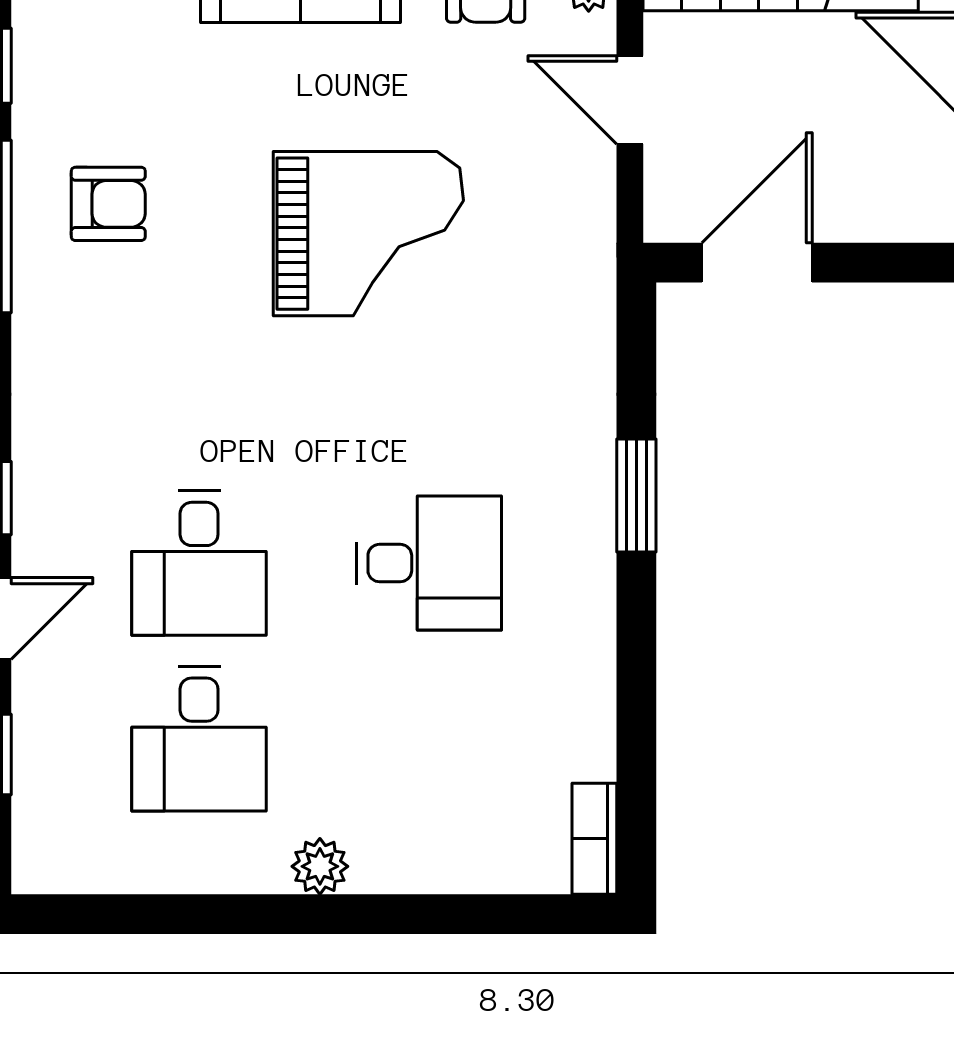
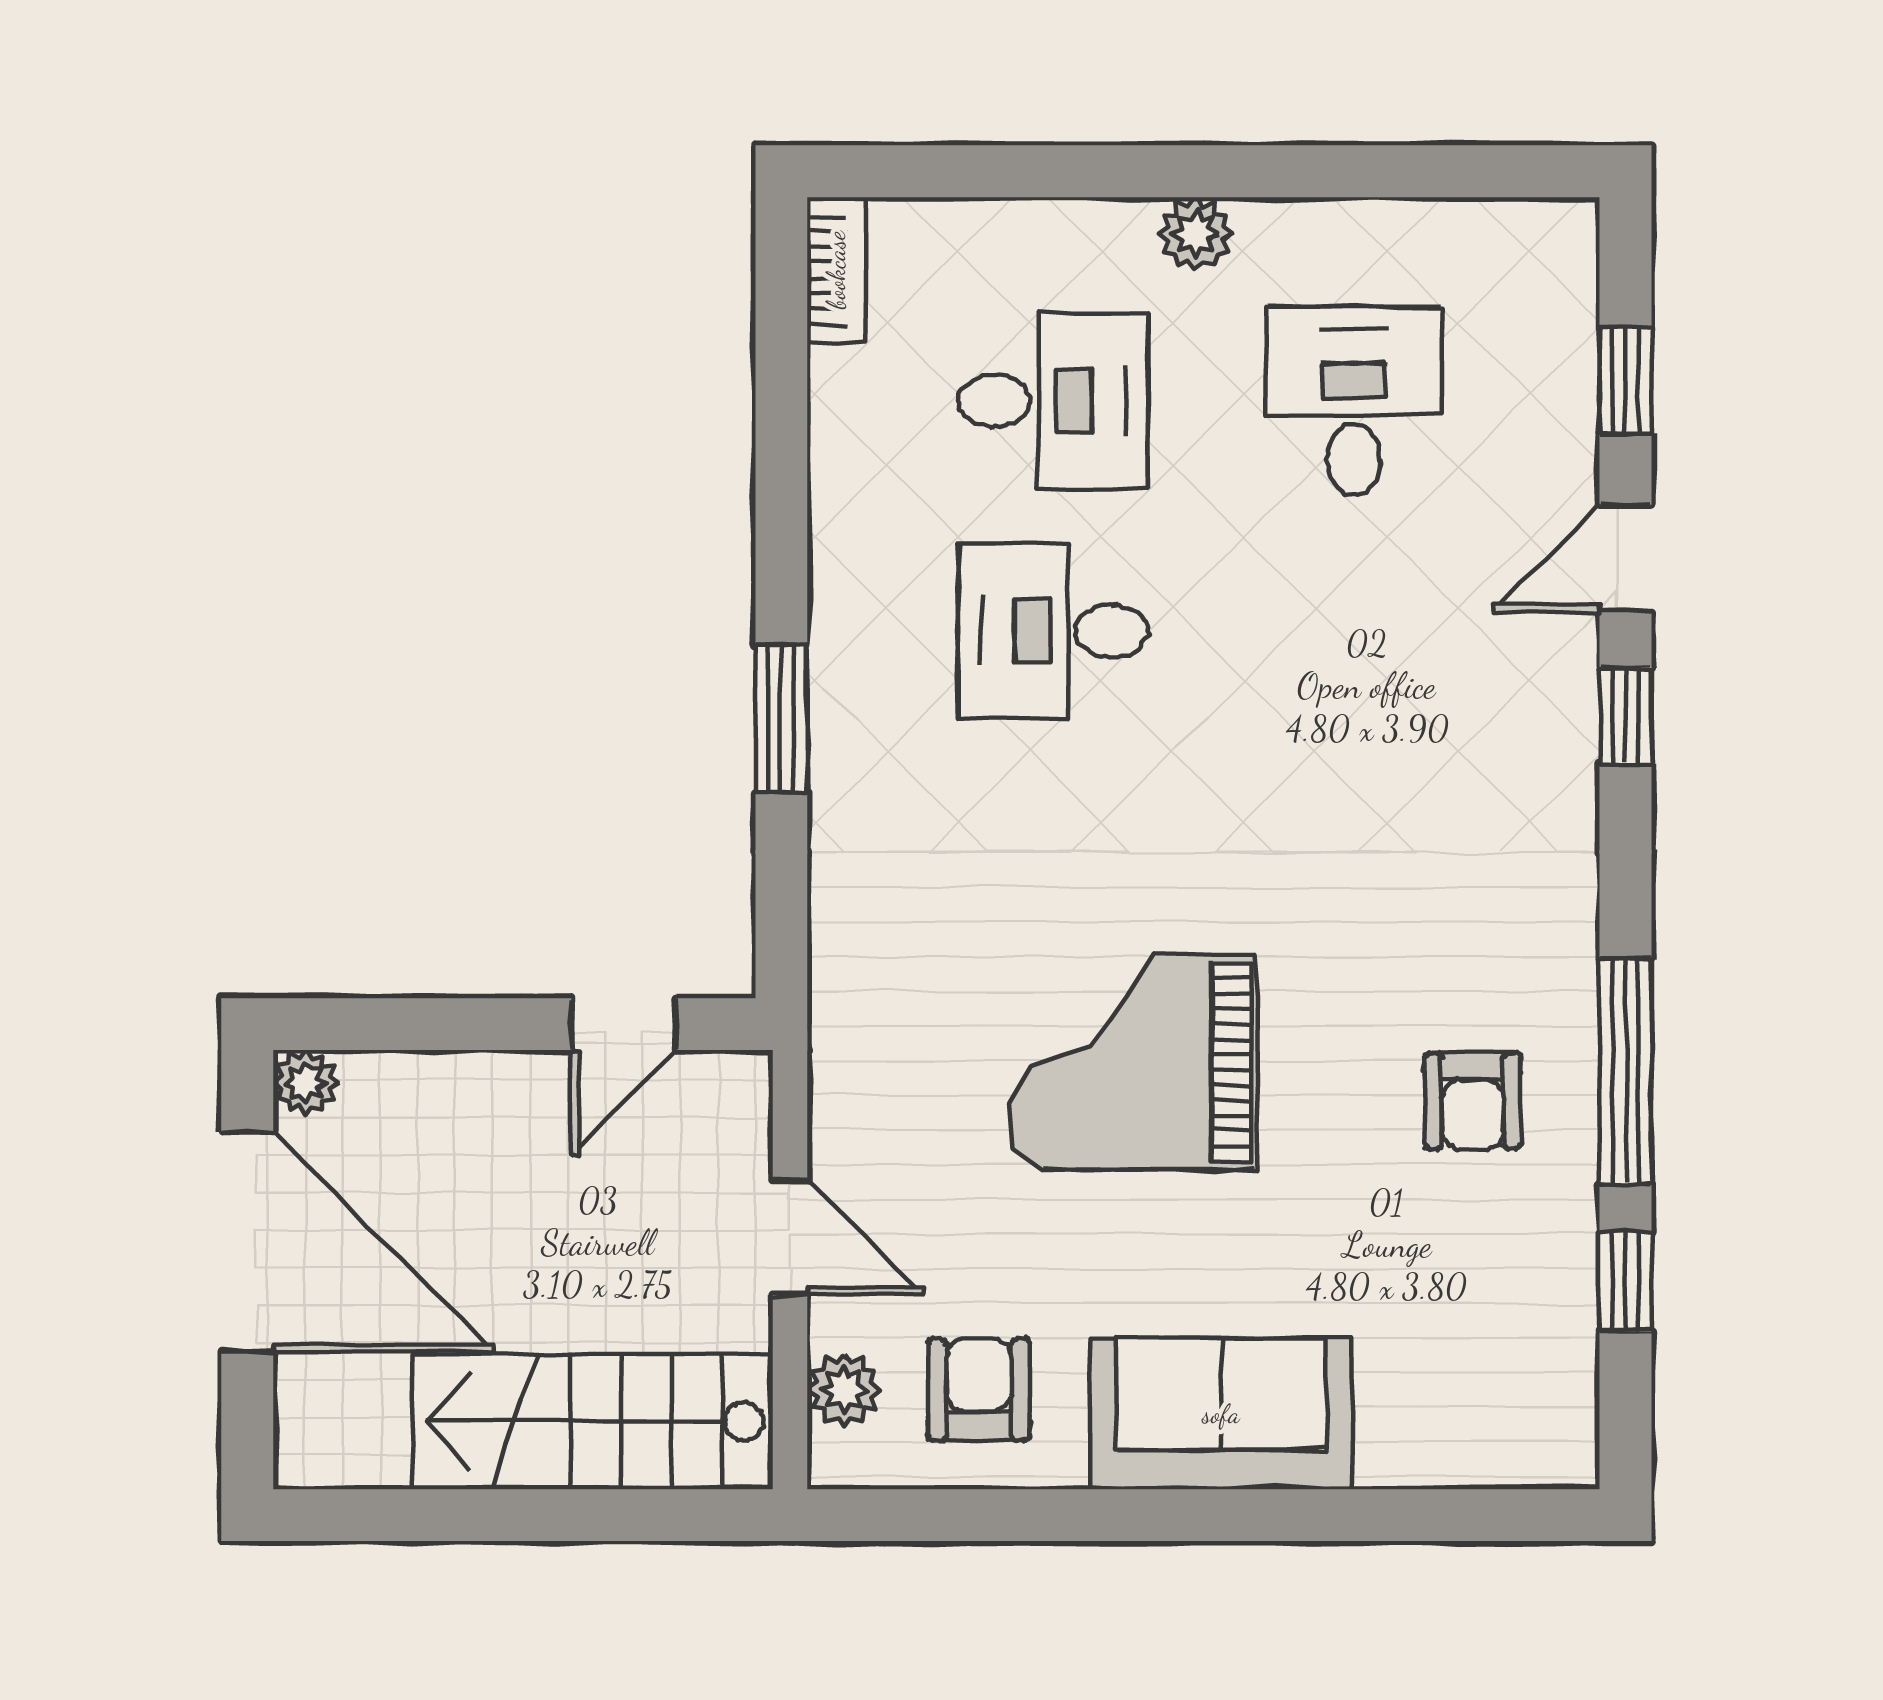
armchair: (108, 204) -> (1473, 1101), turned -90
door: (757, 263) -> (623, 1024), width x0.73
desk: (199, 563) -> (1053, 401), moved, turned 90

